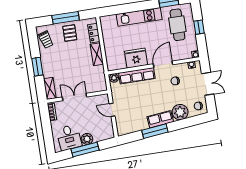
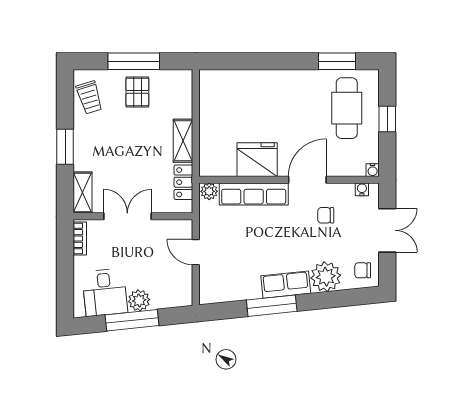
kitchen unit: (139, 17) -> (275, 82), removed
locker: (94, 33) -> (183, 182), moved

